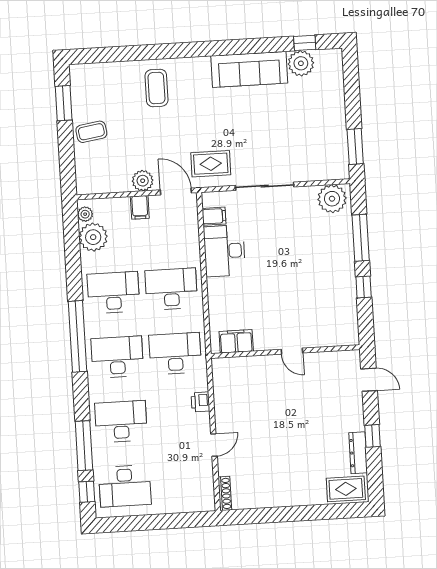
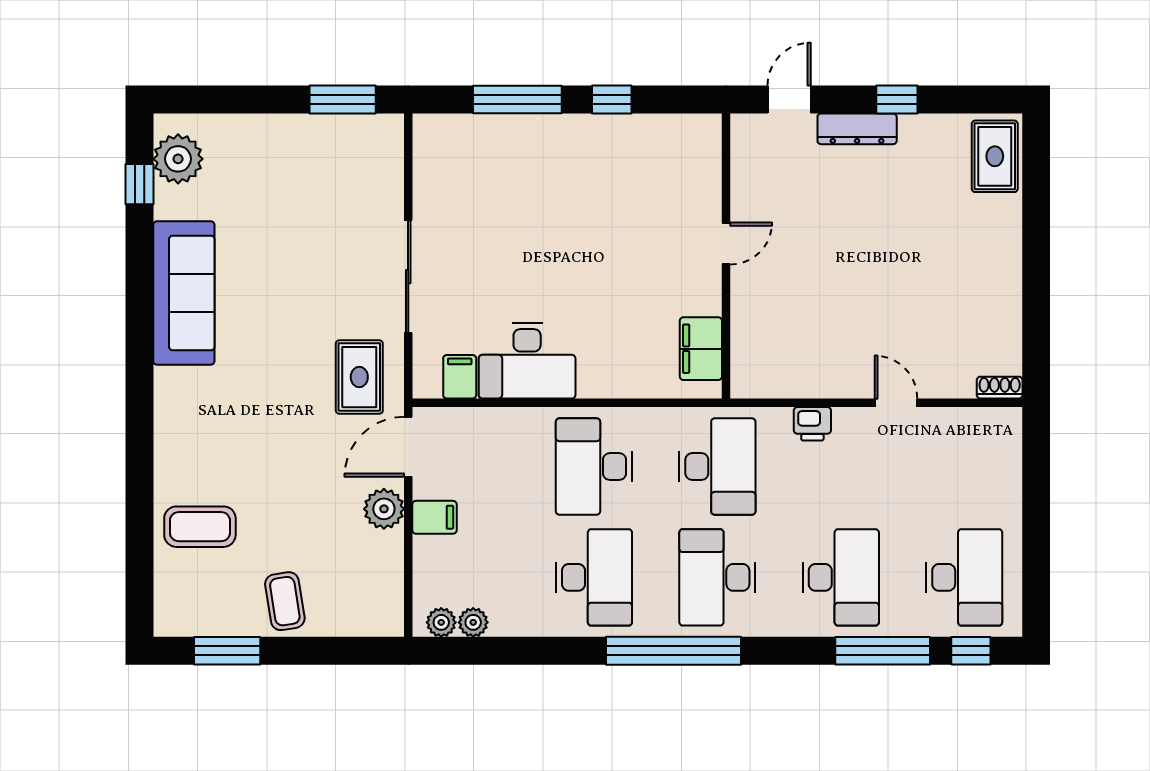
plant: (301, 63) -> (178, 159), moved
coffee table: (156, 88) -> (200, 527), moved
plant: (332, 199) -> (440, 150), removed
plant: (93, 237) -> (473, 622), width x0.53, depth x0.53
desk: (113, 293) -> (594, 577), turned 180
desk: (175, 354) -> (717, 467), turned 180
desk: (121, 421) -> (841, 577), turned 180
dresser: (358, 453) -> (857, 129), moved
shoe rack: (225, 494) -> (1000, 388), width x0.70

